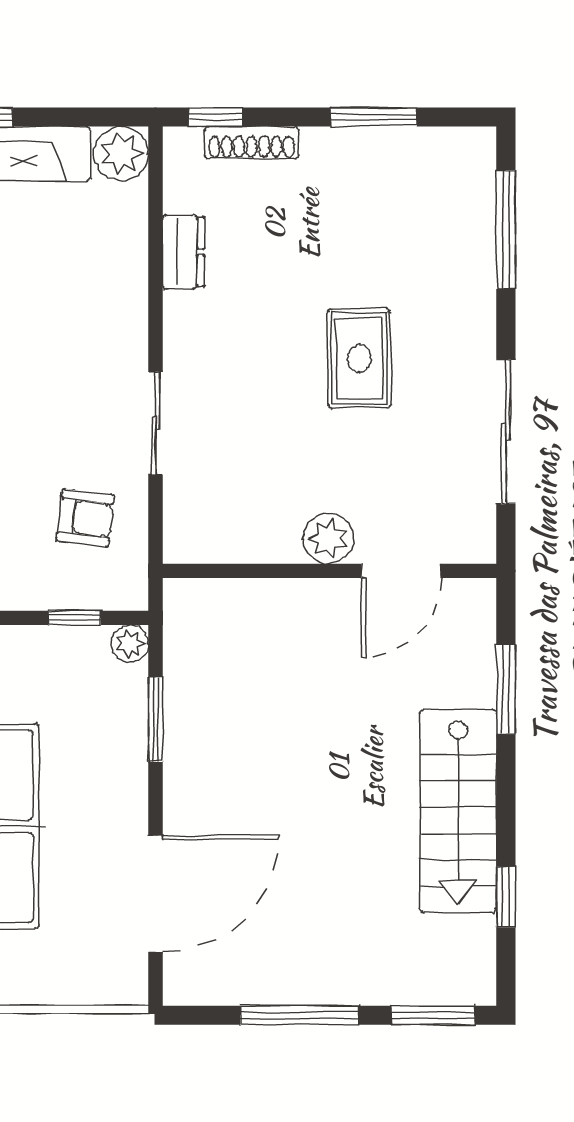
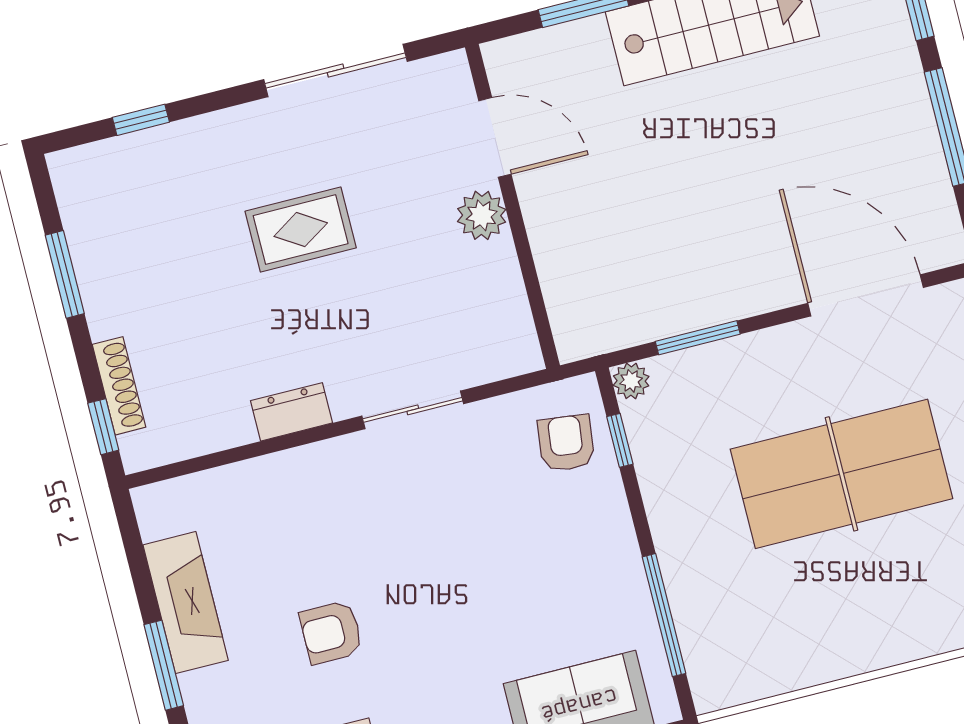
plant: (121, 154) -> (161, 509), removed
window: (506, 230) -> (141, 120), width x0.46
dresser: (184, 252) -> (291, 412), moved
armchair: (85, 518) -> (566, 443), moved

